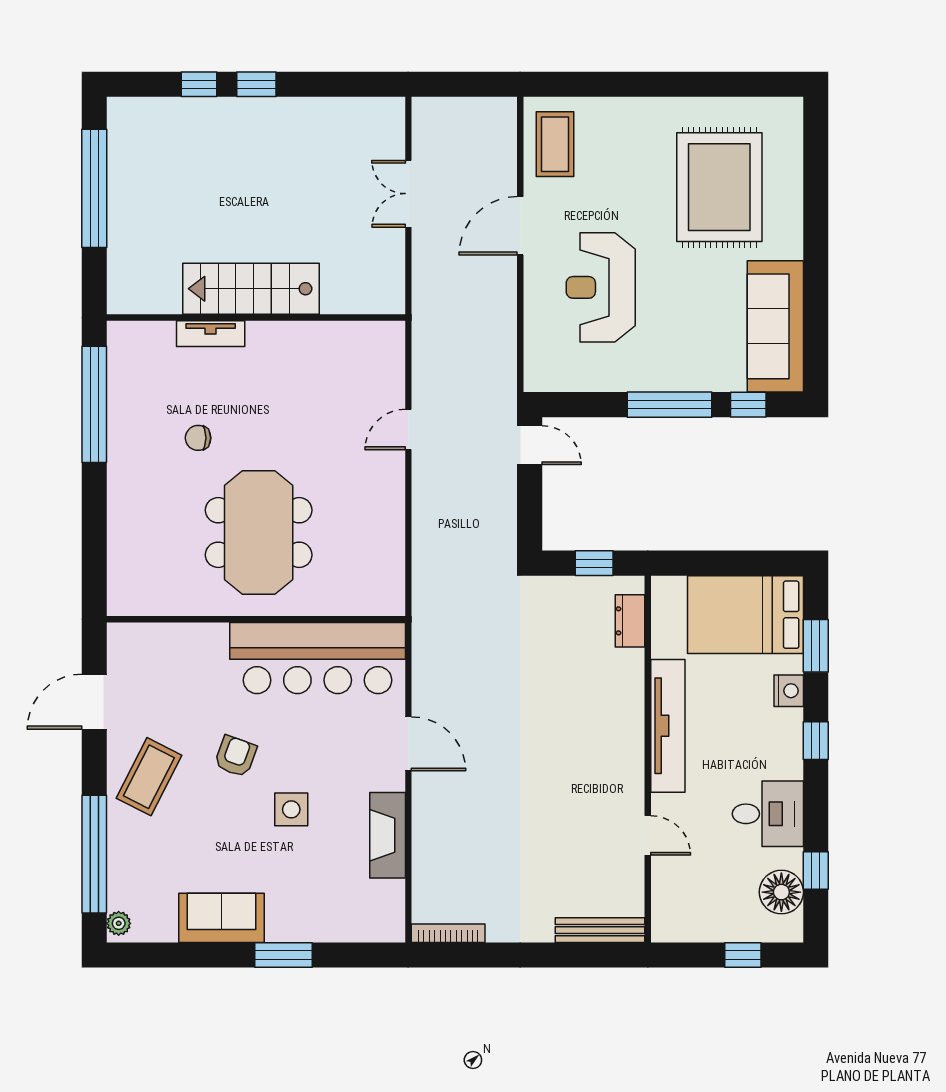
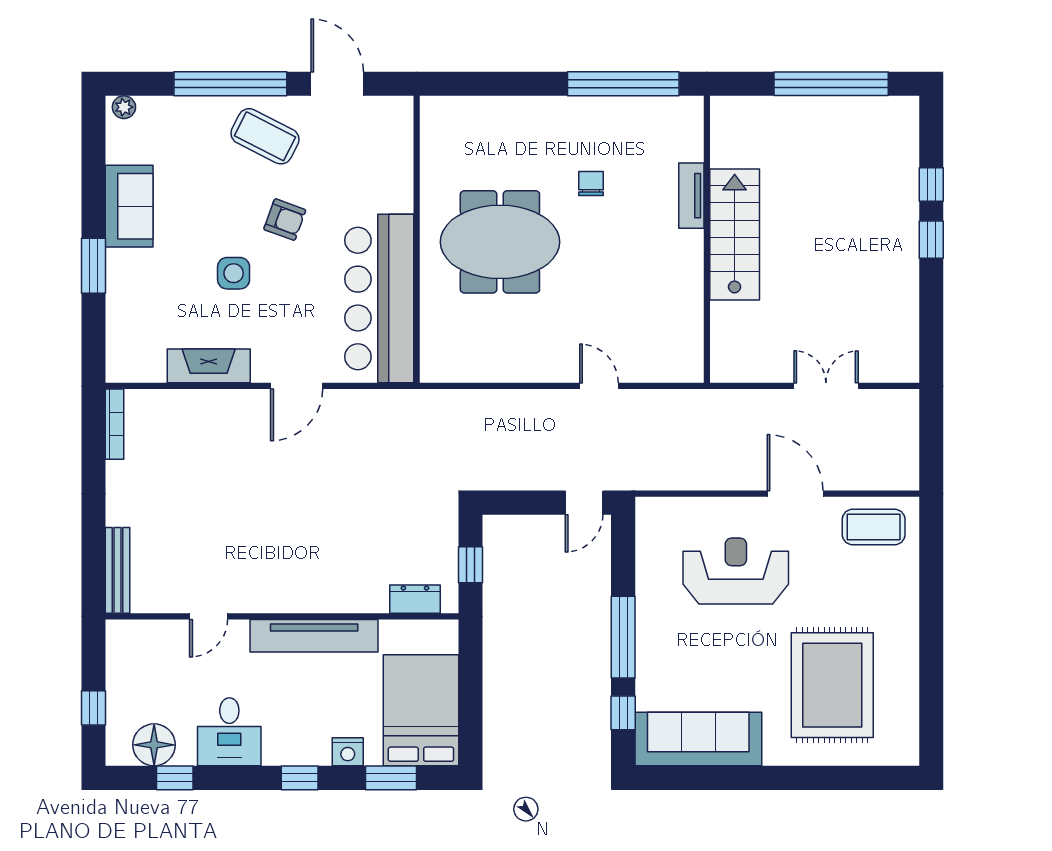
rug: (719, 187) -> (832, 685), turned 90
window: (94, 854) -> (230, 84), moved

